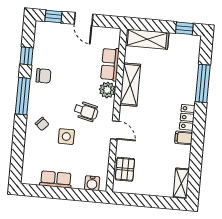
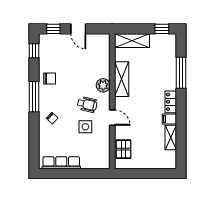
window: (26, 56) -> (34, 51), moved
row of seats: (110, 64) -> (103, 64), removed
side table: (66, 137) -> (85, 127), moved
row of seats: (56, 179) -> (61, 163), width x1.48
water cooler: (92, 183) -> (98, 163), removed
shelving: (181, 183) -> (171, 138), moved

